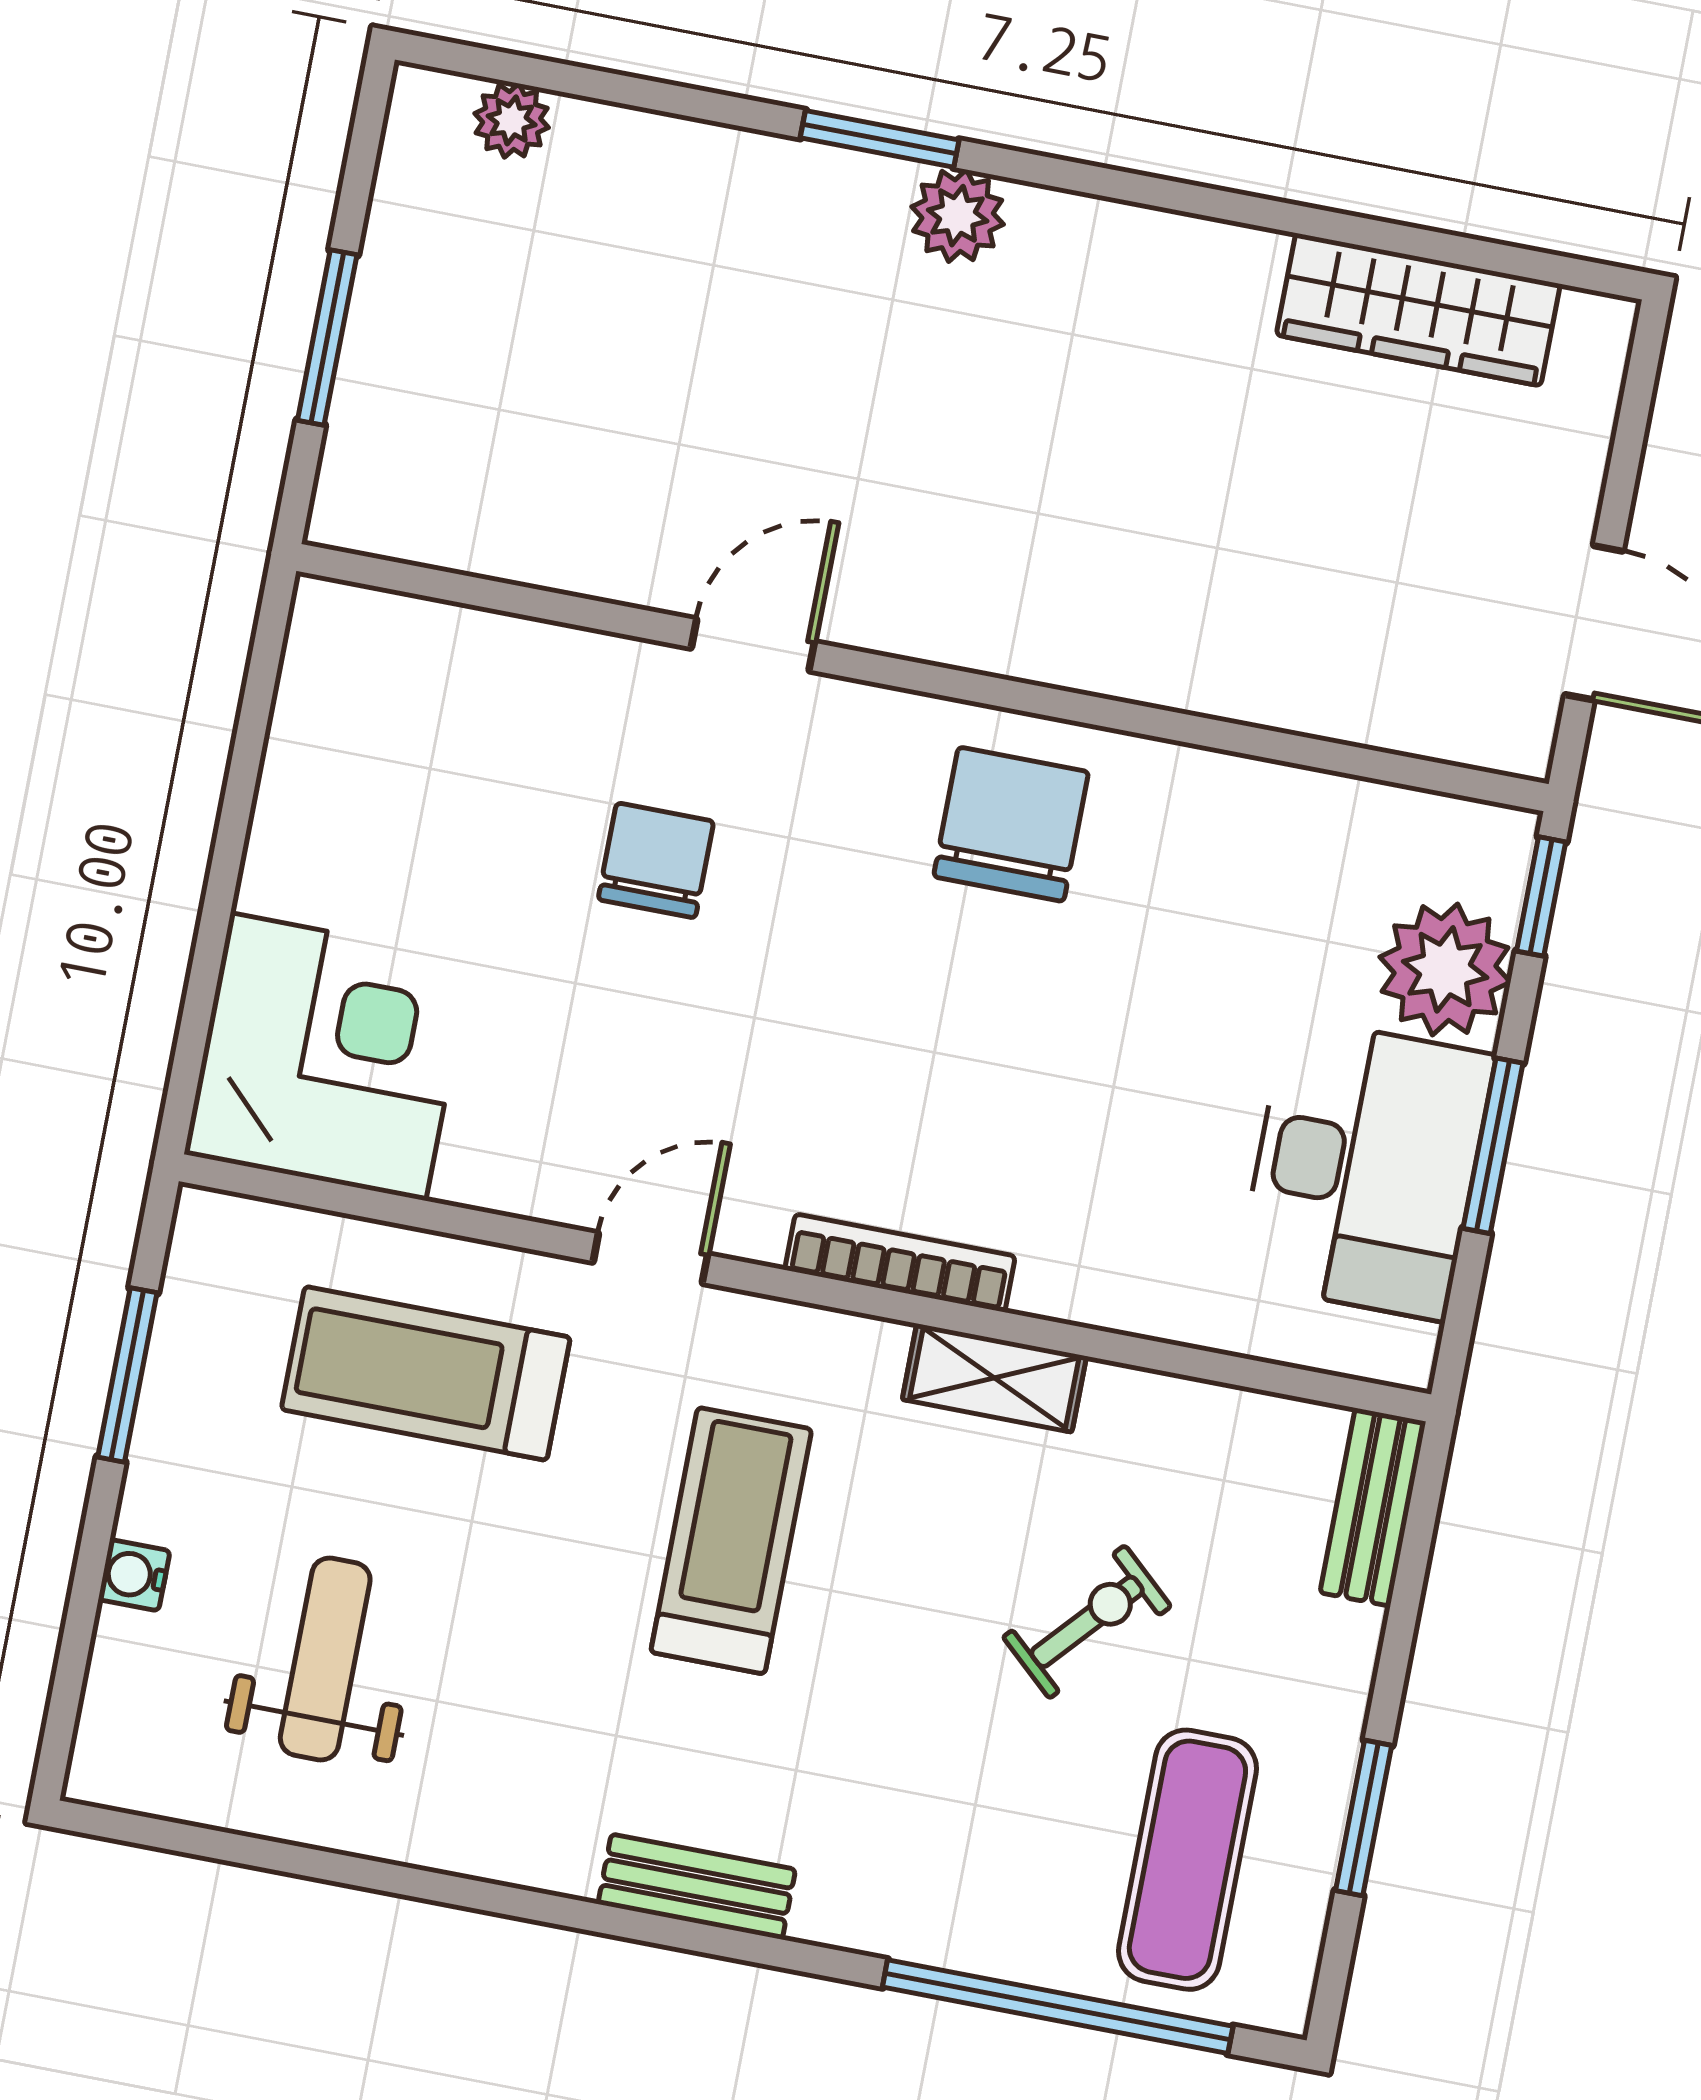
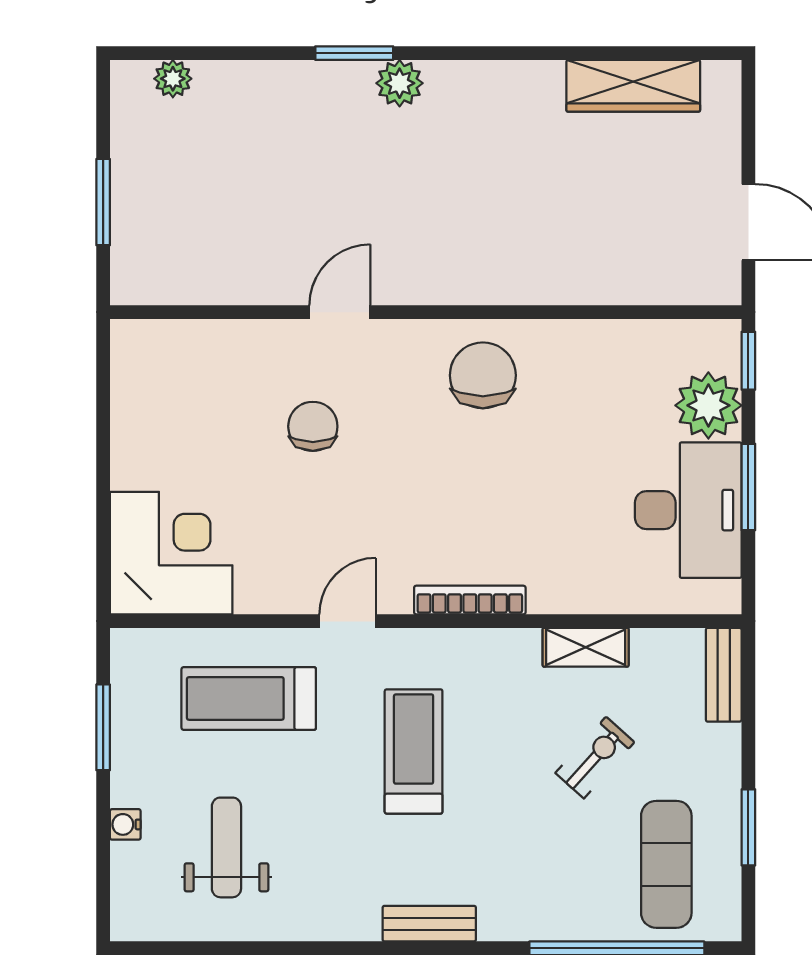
shelving: (994, 1378) -> (586, 647), moved

